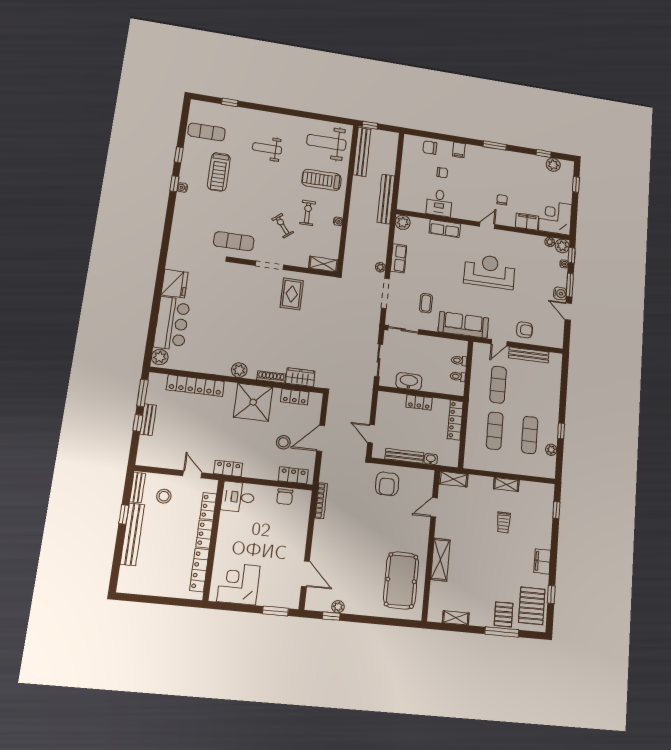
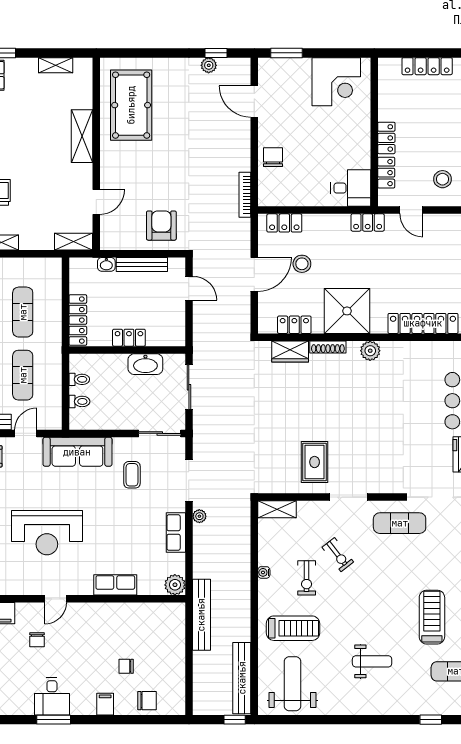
weight bench: (326, 142) -> (292, 684), turned -90
desk: (439, 203) -> (52, 696), moved, turned 180
chair: (285, 497) -> (273, 157), moved
locker: (199, 570) -> (427, 66), moved, turned 90

